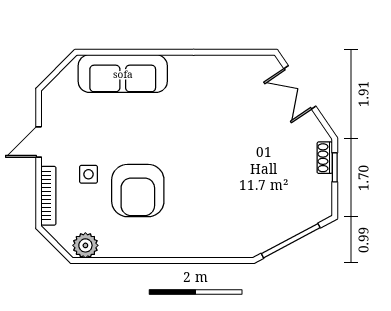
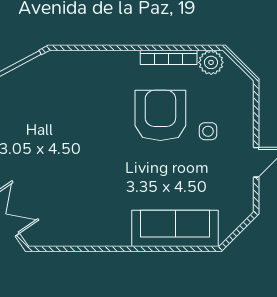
bookcase: (48, 196) -> (169, 57), moved, turned -90

